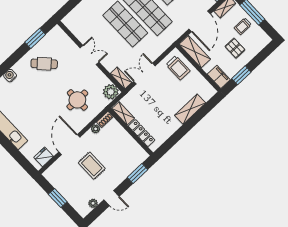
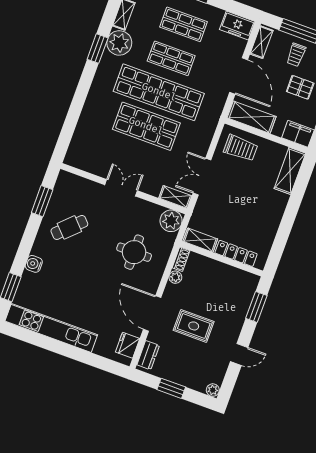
shelving: (190, 109) -> (290, 171), moved
dresser: (54, 170) -> (148, 355), added
plant: (93, 203) -> (213, 390), moved

